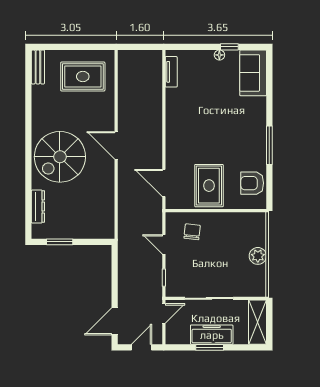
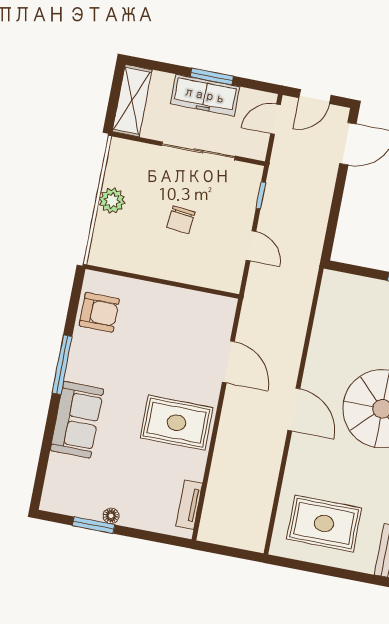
window: (229, 47) -> (94, 525), width x1.50
sofa: (253, 73) -> (77, 420), moved
door: (164, 183) -> (228, 362), moved
rug: (209, 186) -> (177, 423), moved, turned 90
chair: (192, 232) -> (181, 220), moved
door: (164, 313) -> (276, 119), moved

